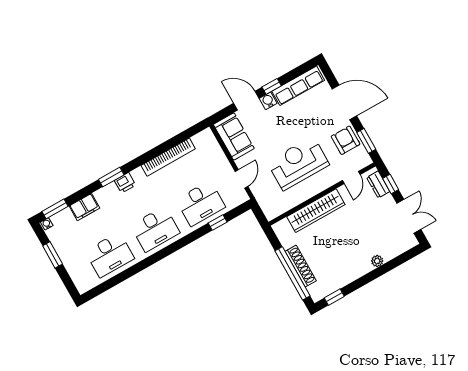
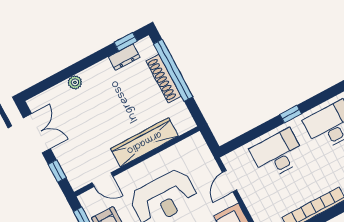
door: (351, 178) -> (103, 180), swing flipped
dresser: (378, 184) -> (124, 57), moved, turned 90
double door: (409, 216) -> (37, 133), swing flipped
window: (218, 223) -> (291, 114), moved

